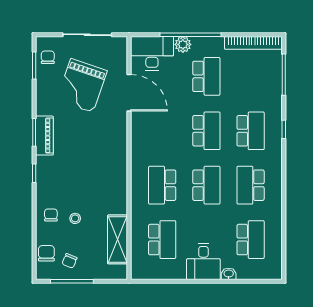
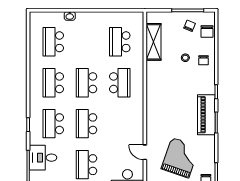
door: (129, 93) -> (145, 152), width x0.53
piano: (44, 136) -> (206, 115), width x1.37, depth x1.33
school desk: (251, 185) -> (53, 83), turned 180
desk: (203, 262) -> (43, 158), moved, turned -90

